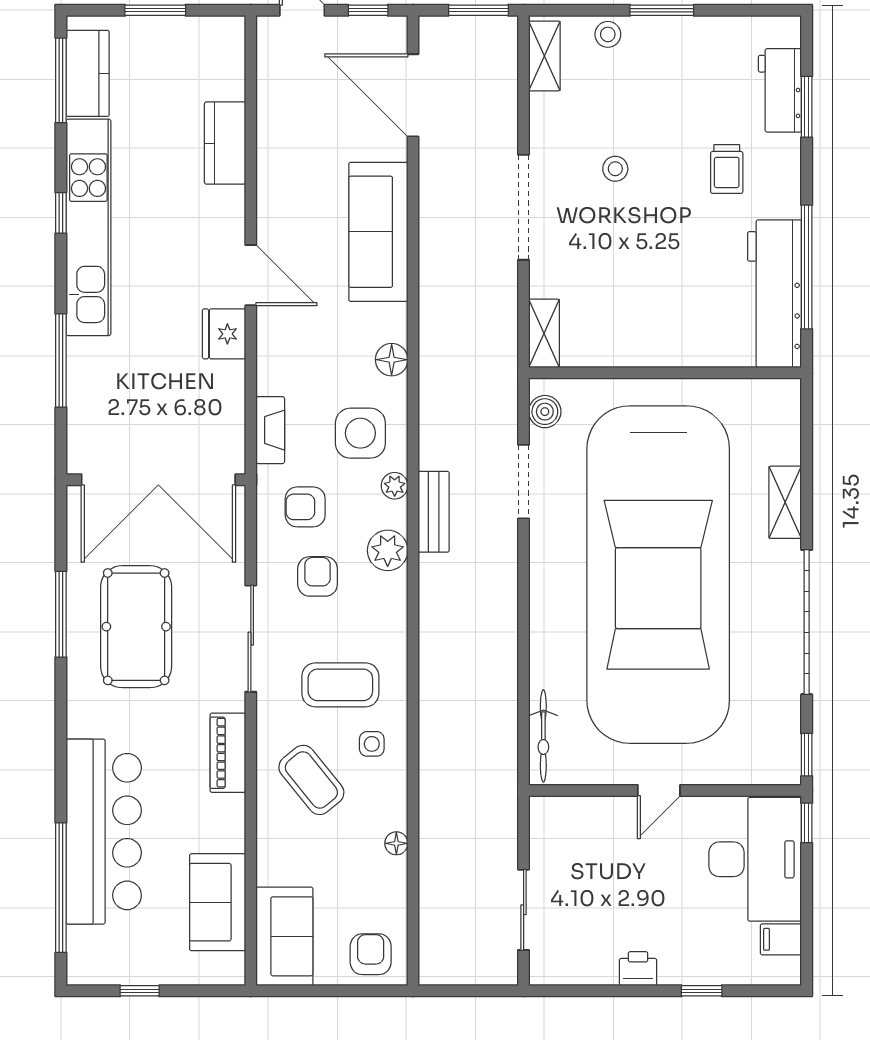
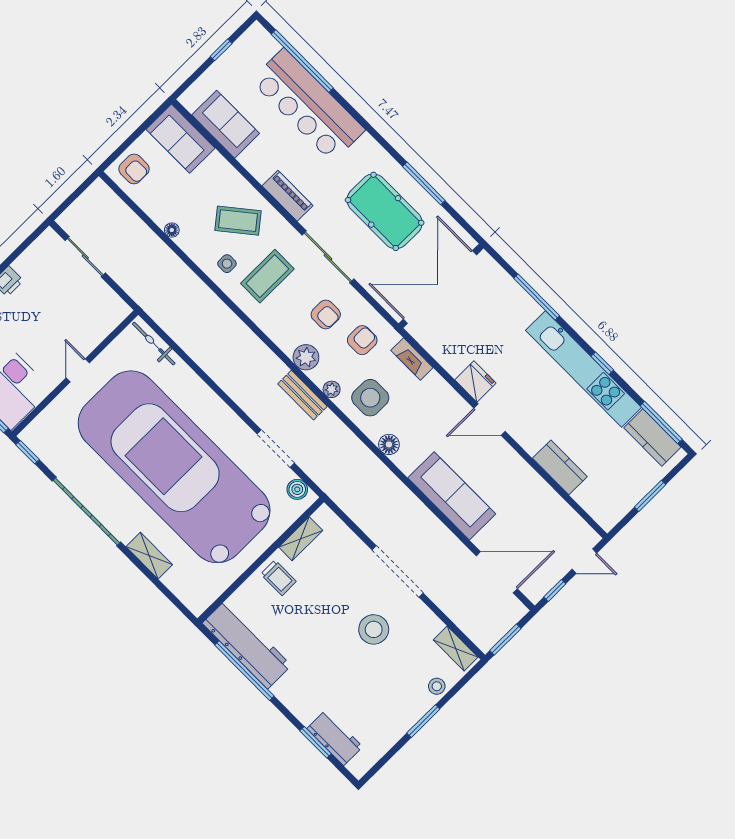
stool: (615, 169) -> (374, 629), width x1.89, depth x1.89
trolley: (727, 169) -> (278, 578), moved, turned 180
shelving: (544, 333) -> (301, 539), moved, turned 90

